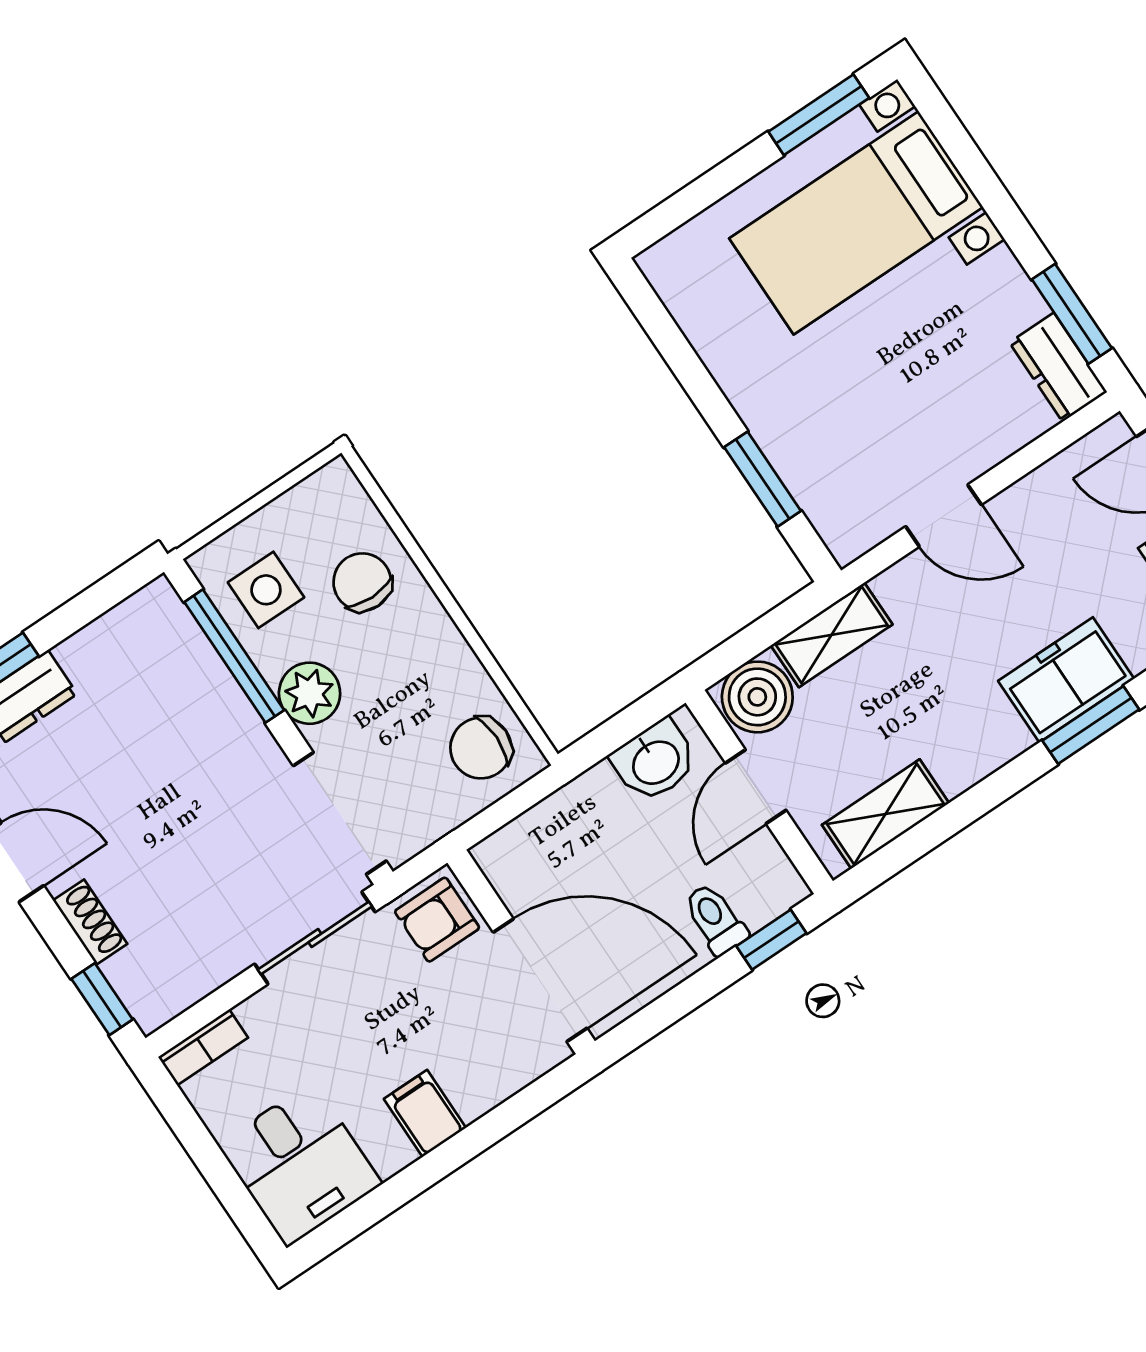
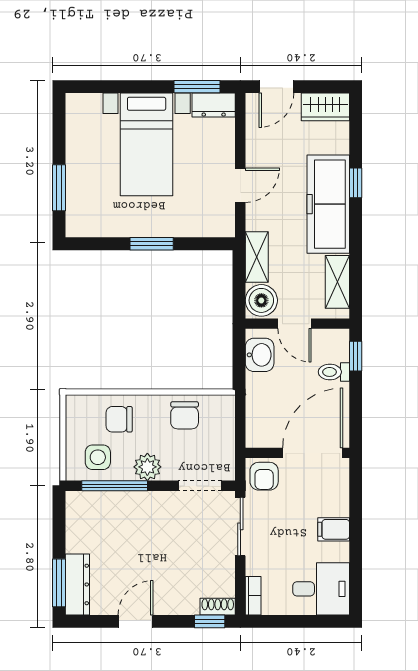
window: (819, 115) -> (59, 188), moved
bed with nightstands: (856, 223) -> (147, 144), moved
window: (763, 479) -> (152, 244), moved
freezer: (1066, 680) -> (328, 204), width x1.91, depth x1.26
window: (1091, 725) -> (356, 183), width x0.67
chair: (481, 748) -> (185, 415), moved
doorway: (340, 813) -> (200, 486), width x0.73
shoe rack: (90, 922) -> (218, 607), moved

